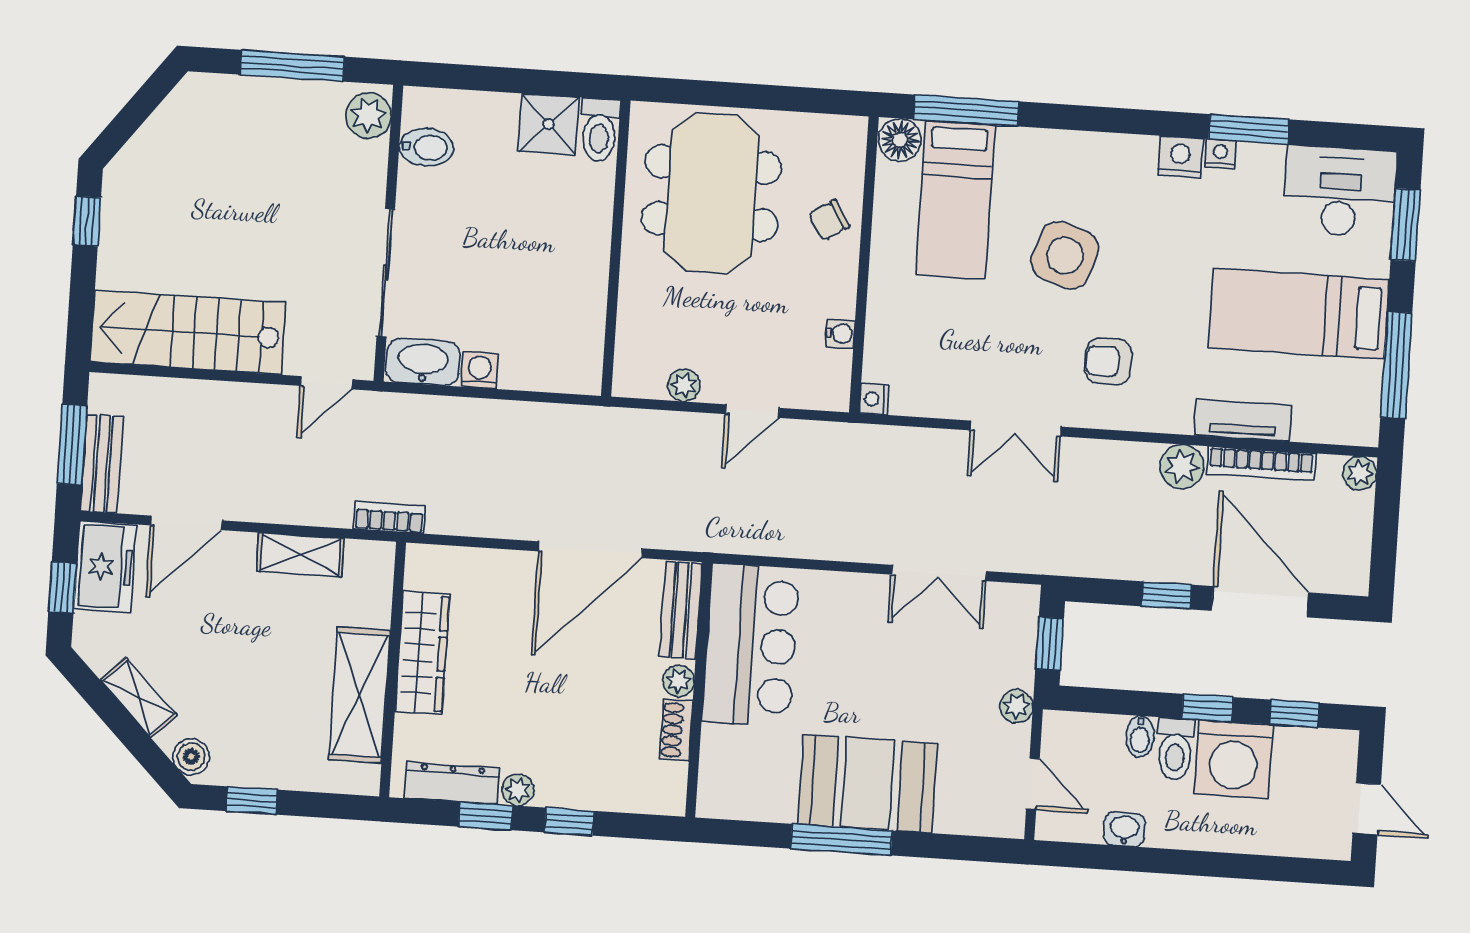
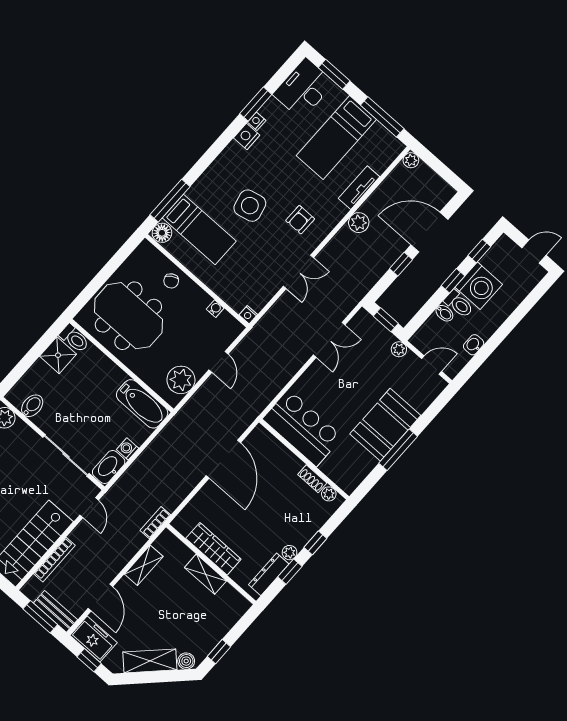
side table: (1065, 255) -> (250, 206), turned -31
bathtub: (577, 335) -> (142, 404), added
plant: (684, 385) -> (181, 380), width x1.88, depth x1.88
bookcase: (1261, 464) -> (54, 560), moved
bench: (681, 610) -> (270, 444), removed
plant: (679, 681) -> (329, 494), moved
shelving: (359, 695) -> (205, 574), width x0.67, depth x0.75
shelving: (138, 697) -> (150, 661), width x1.50, depth x1.33

